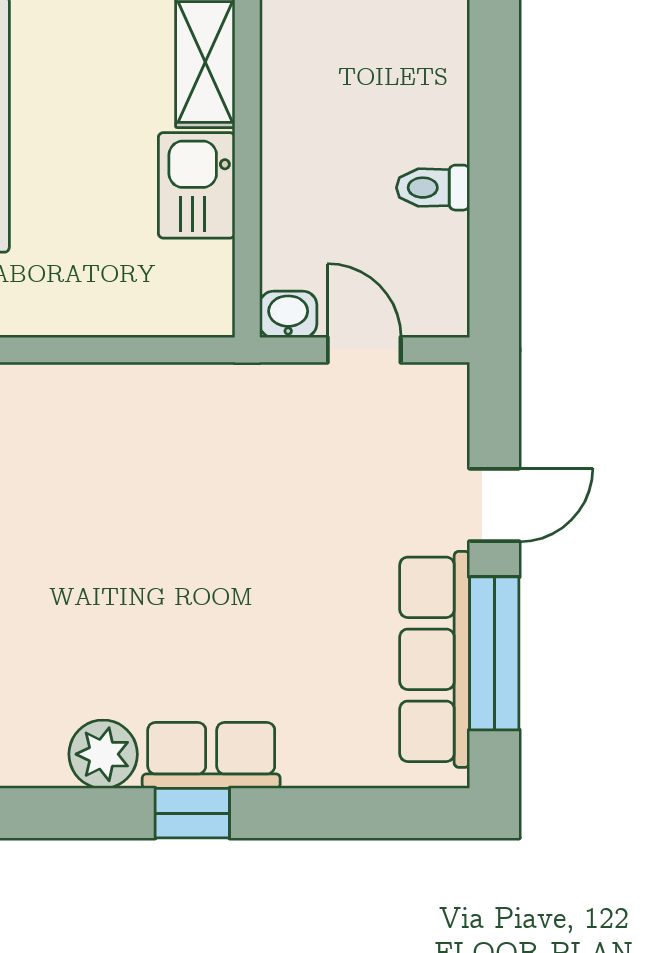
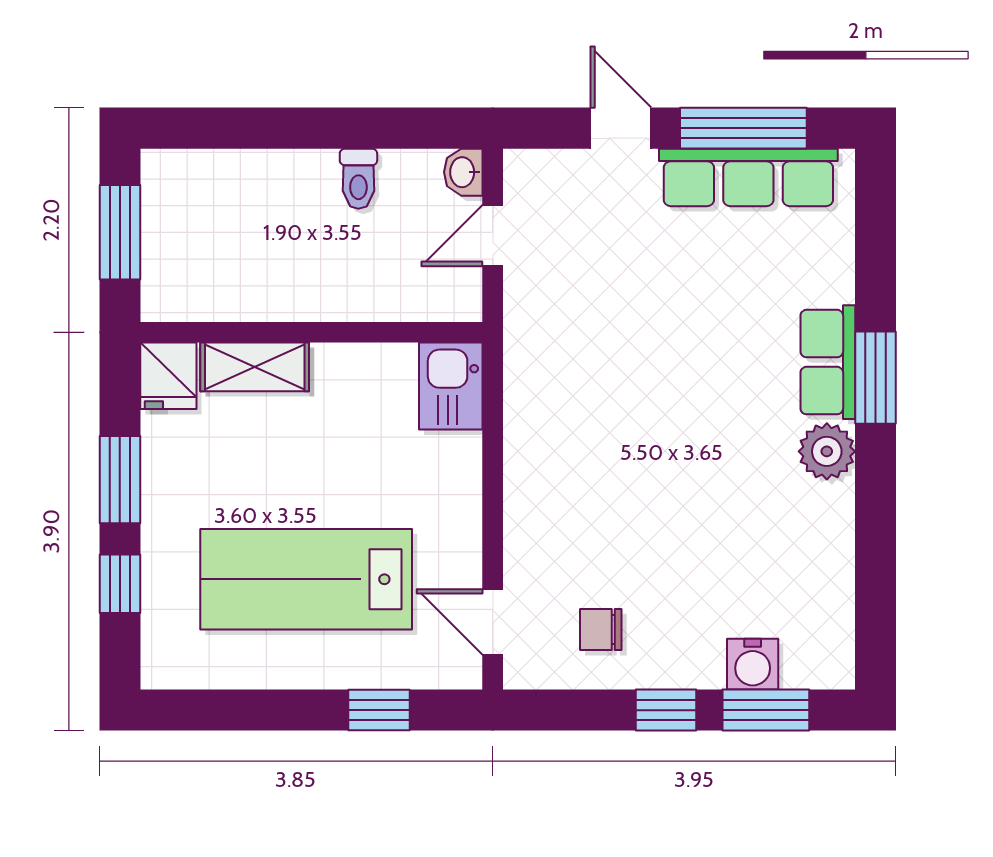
kitchen sink: (197, 185) -> (451, 386), moved, turned 90
washbasin: (288, 314) -> (463, 172), moved
window: (192, 813) -> (875, 378), width x1.50

